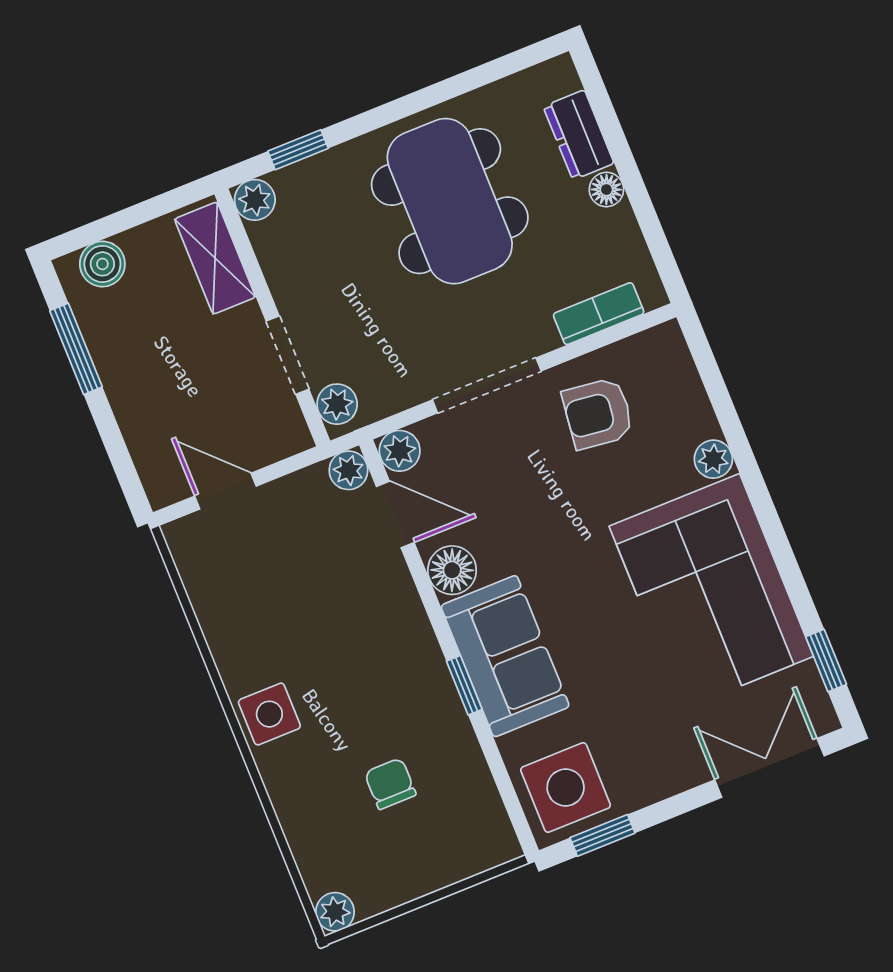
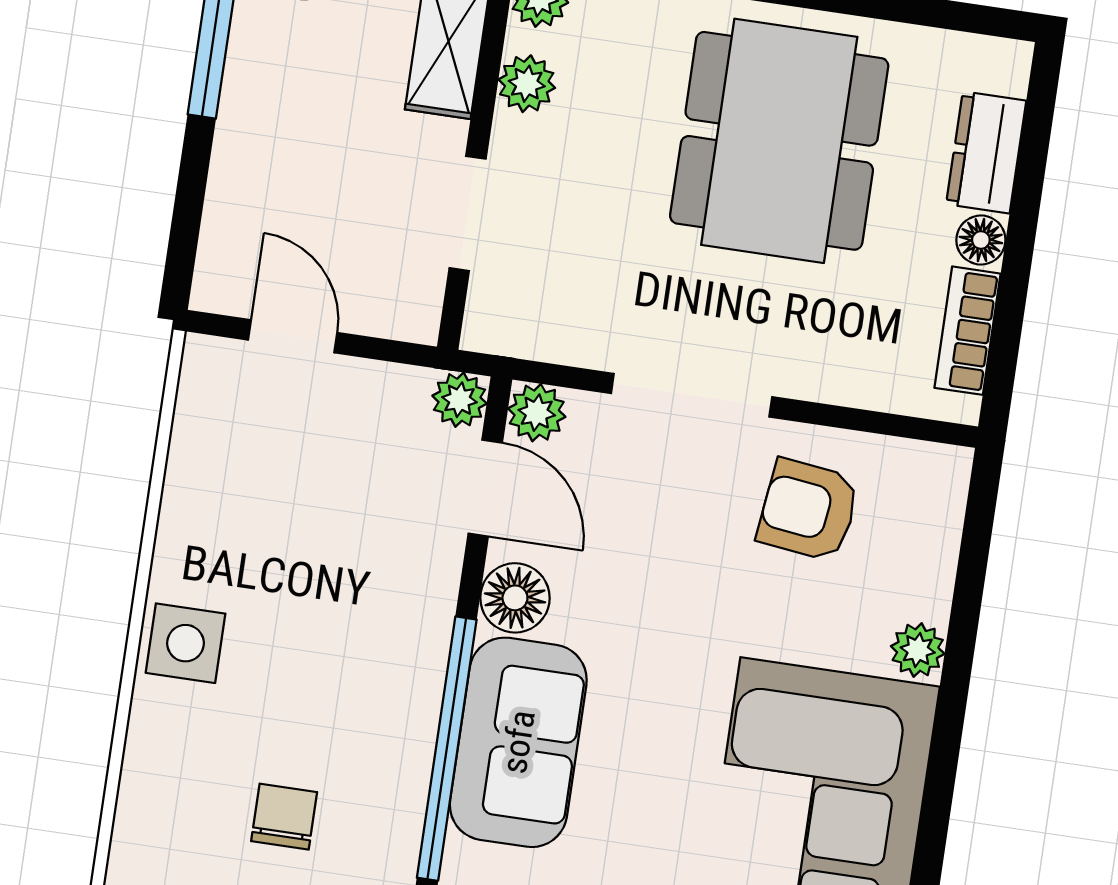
bookcase: (599, 314) -> (968, 331), moved, turned -90
plant: (337, 404) -> (527, 84), moved
window: (464, 685) -> (447, 749), width x3.17

